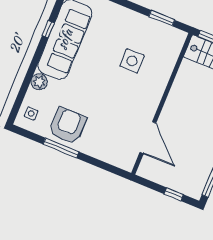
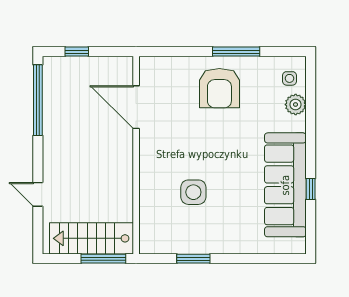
window: (162, 18) -> (193, 259), moved
plant: (39, 82) -> (296, 105), moved
armchair: (68, 126) -> (219, 88), moved

